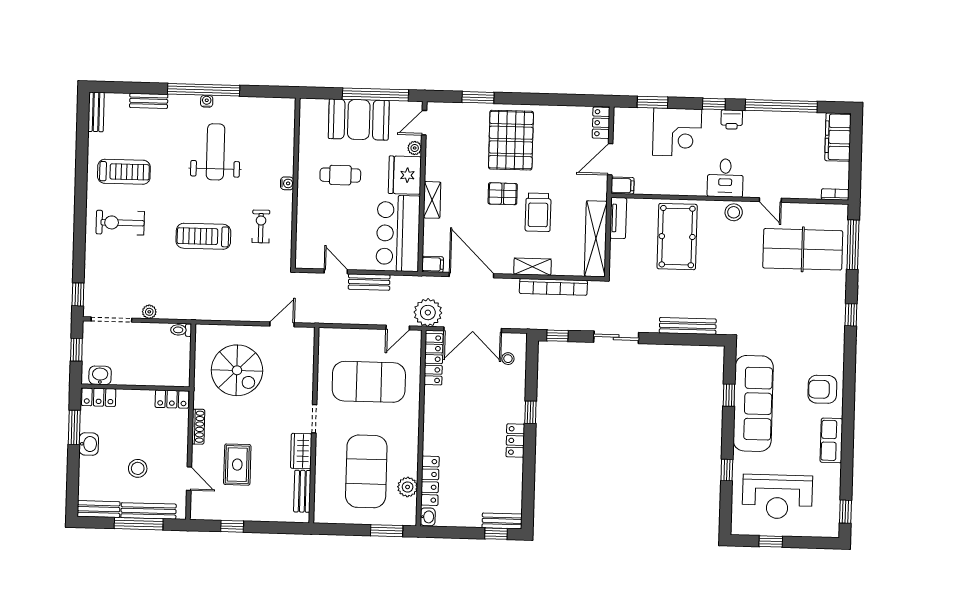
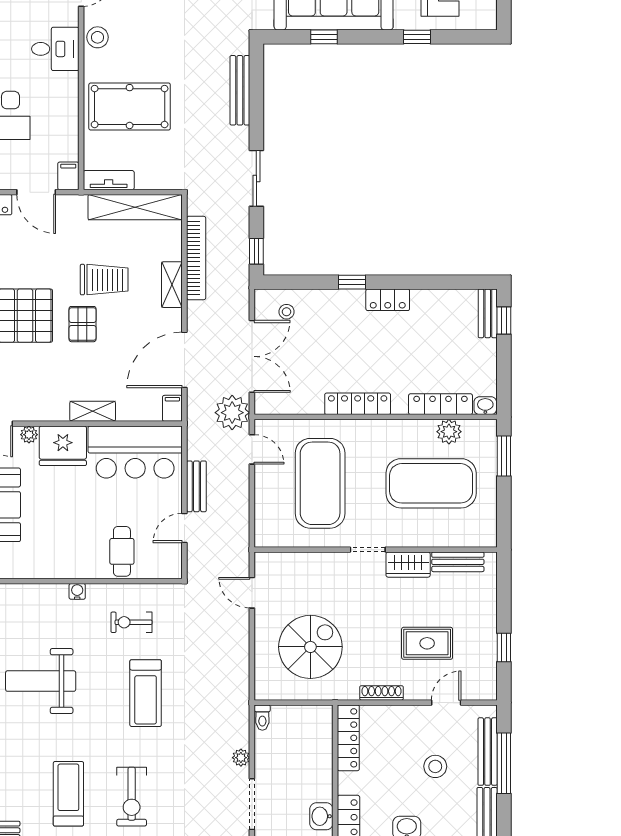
cafe table: (340, 175) -> (122, 551), moved
locker: (434, 359) -> (358, 404), moved
locker: (172, 399) -> (348, 738), width x1.53

